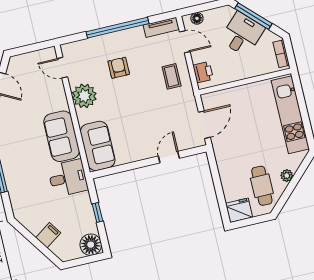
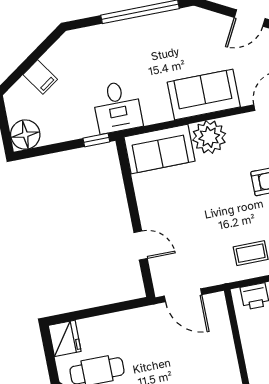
plant: (84, 96) -> (209, 137), moved
sofa: (62, 136) -> (204, 94), moved
window: (98, 213) -> (96, 140), moved

